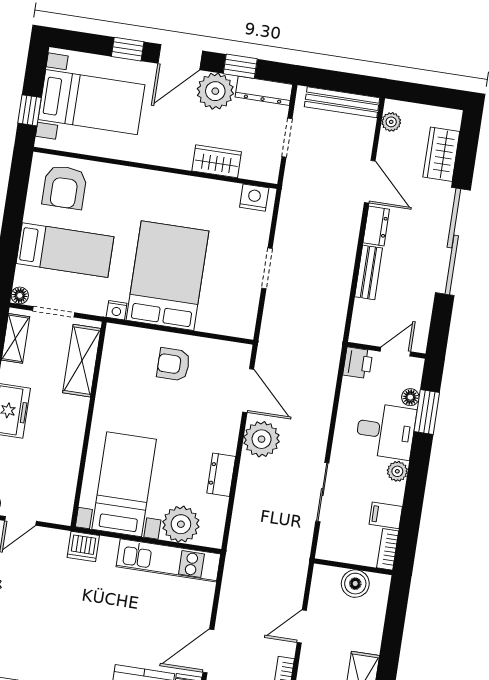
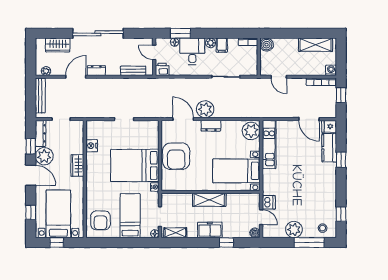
window: (128, 49) -> (31, 212), moved
window: (30, 110) -> (57, 242), moved
wardrobe: (217, 161) -> (77, 166), moved
armchair: (65, 187) -> (100, 220), turned 90
nightstand: (254, 198) -> (92, 146), moved
bench: (369, 272) -> (133, 71), moved
shelving: (82, 361) -> (209, 200), moved
armchair: (173, 364) -> (176, 156), width x1.88, depth x1.88
door: (248, 391) -> (183, 119), hinge flipped
dresser: (221, 475) -> (211, 126), moved
filing cabinet: (386, 515) -> (222, 45), moved
plant: (181, 524) -> (251, 131), moved
dishwasher: (83, 547) -> (269, 202), moved
boiler: (355, 584) -> (267, 45), moved
door: (302, 627) -> (279, 77), moved

